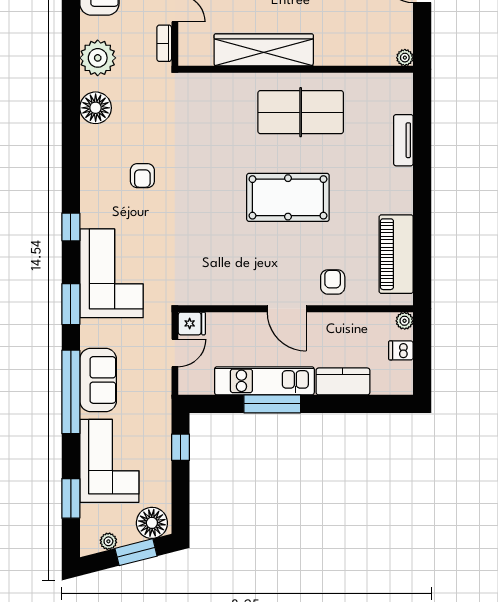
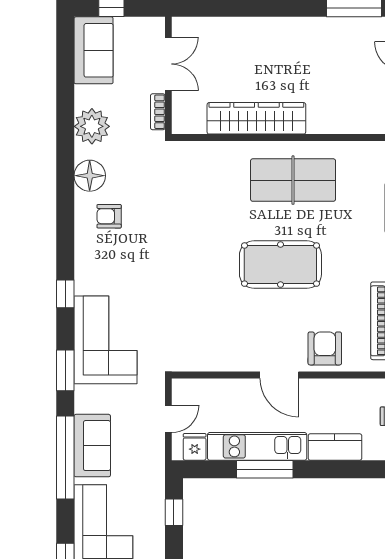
armchair: (142, 176) -> (109, 216), moved, turned 90
armchair: (333, 282) -> (325, 348), width x1.38, depth x1.38
fridge: (192, 323) -> (195, 447), moved, turned -90

